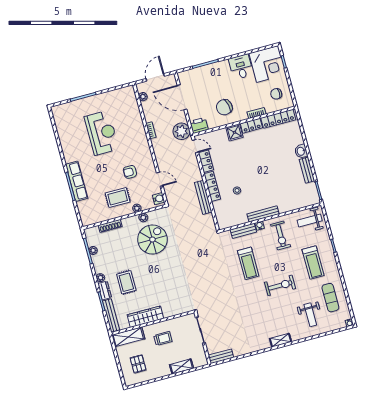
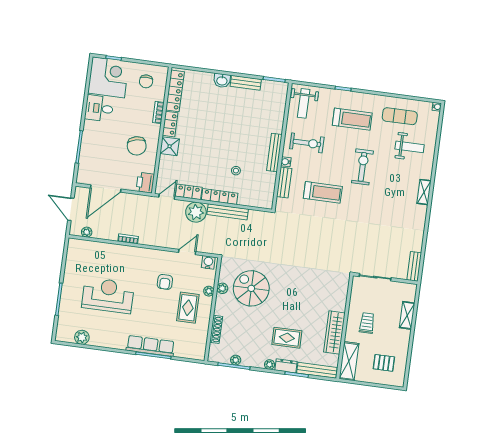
plant: (61, 126) -> (82, 337), added
plant: (181, 131) -> (196, 212), moved

